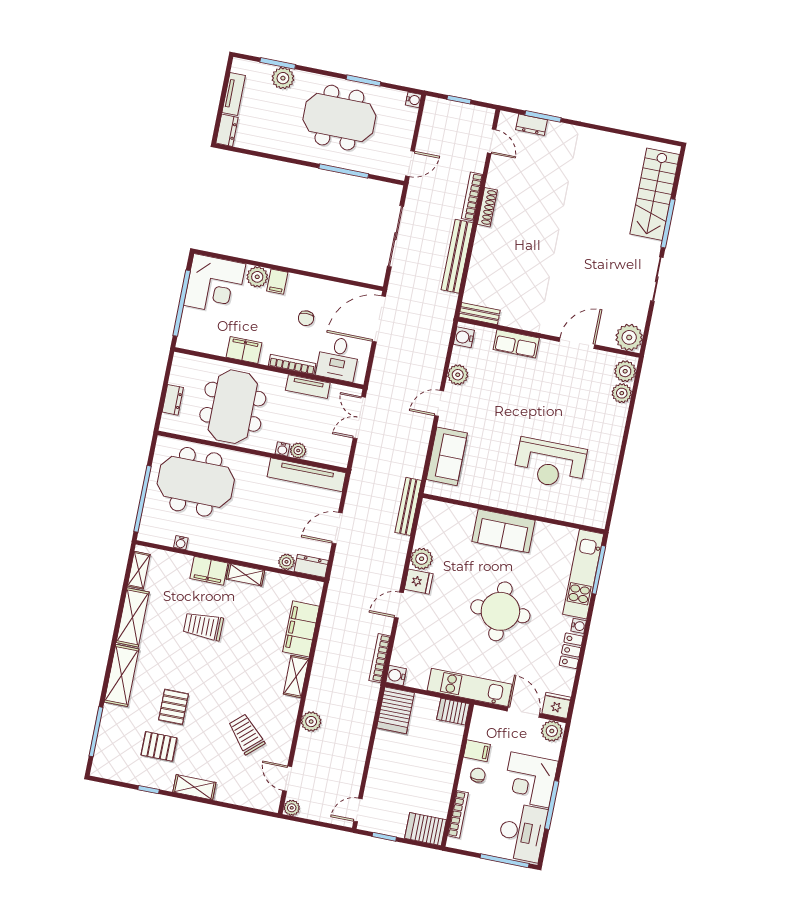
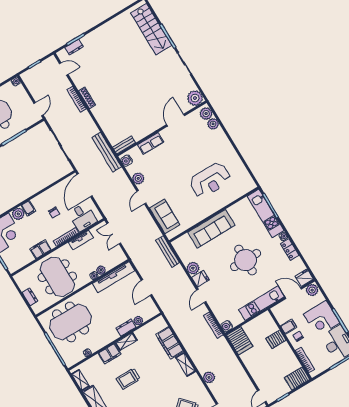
bench: (457, 256) -> (107, 152), moved
sofa: (503, 531) -> (211, 229), width x1.36
dresser: (311, 566) -> (126, 328), moved
server rack: (453, 712) -> (276, 339), moved

